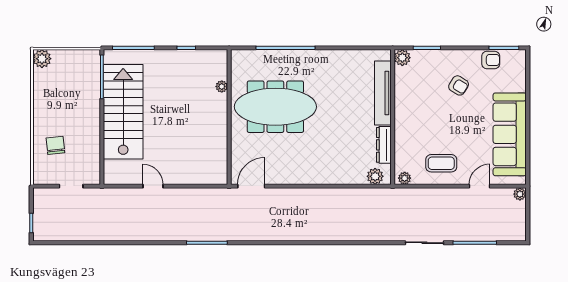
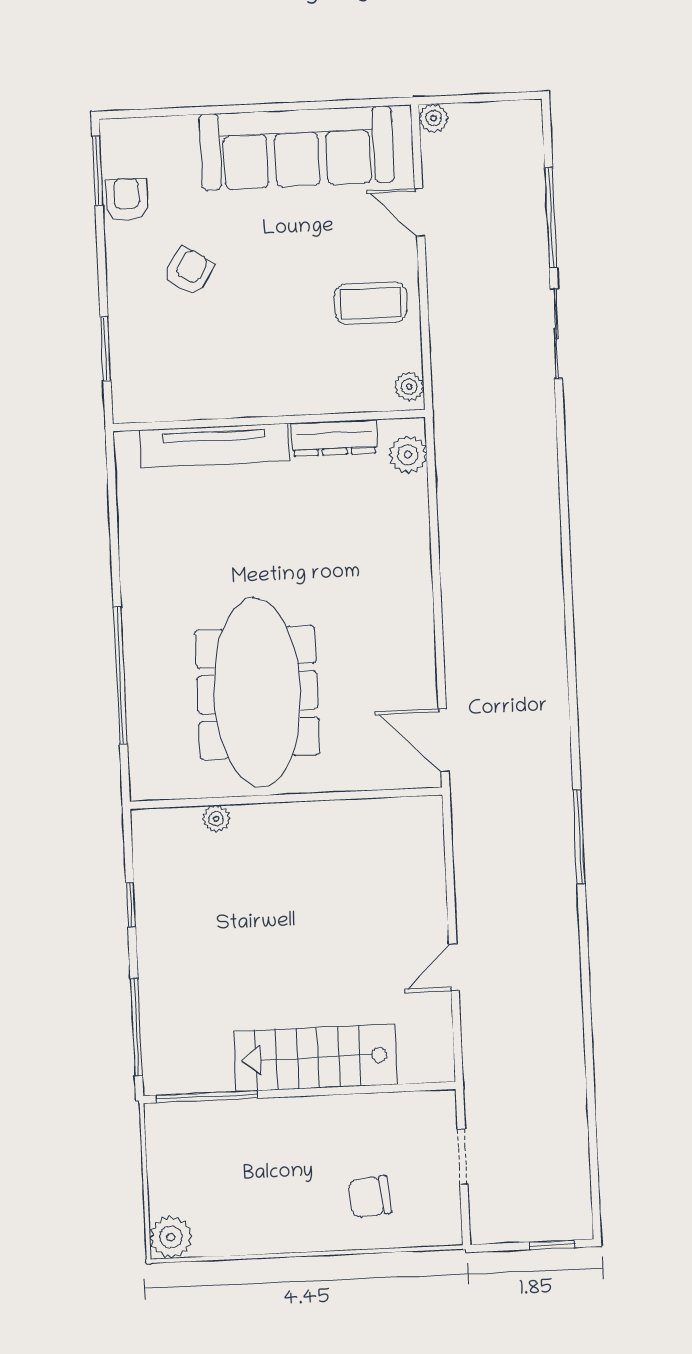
plant: (402, 58) -> (131, 404), removed
stairs: (123, 112) -> (315, 1058), width x0.73, depth x0.66
coffee table: (441, 163) -> (371, 303), turned 90

